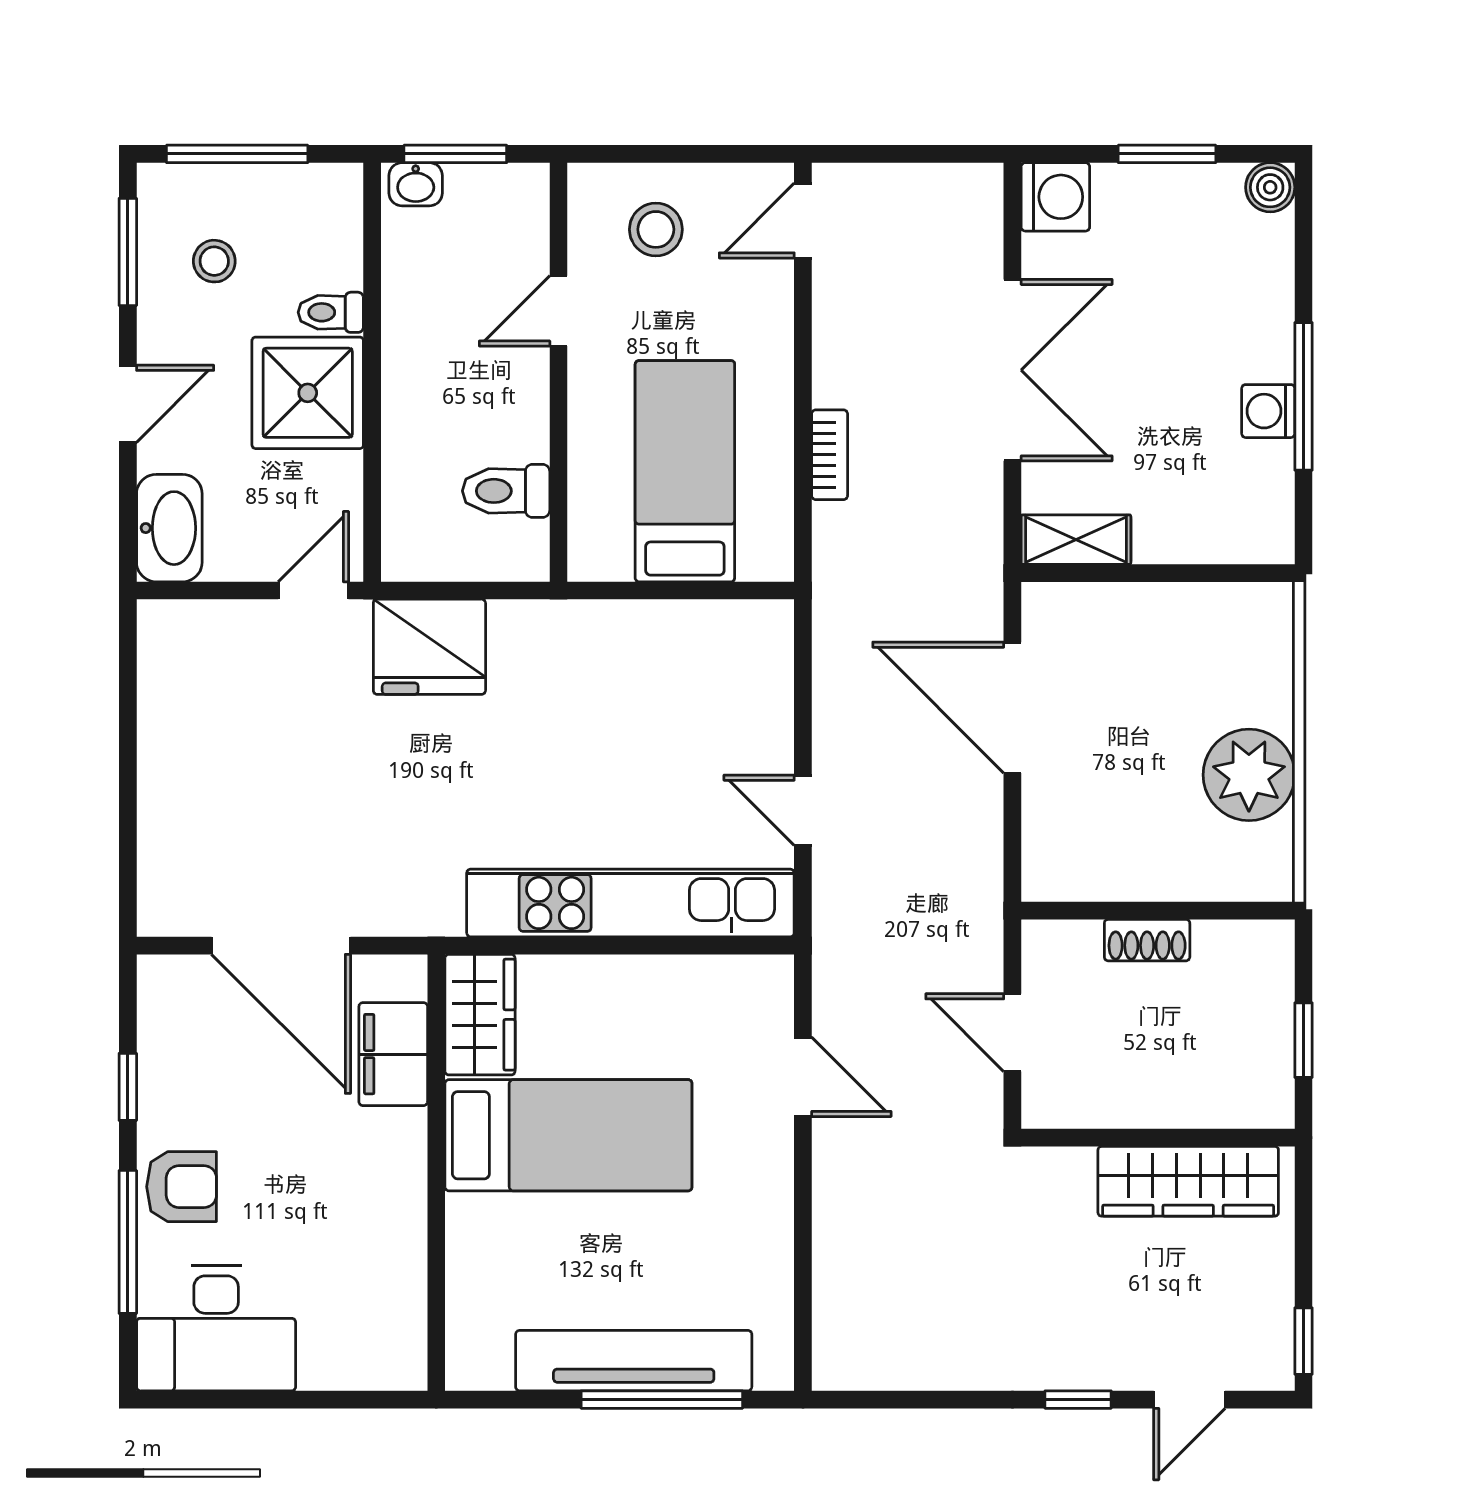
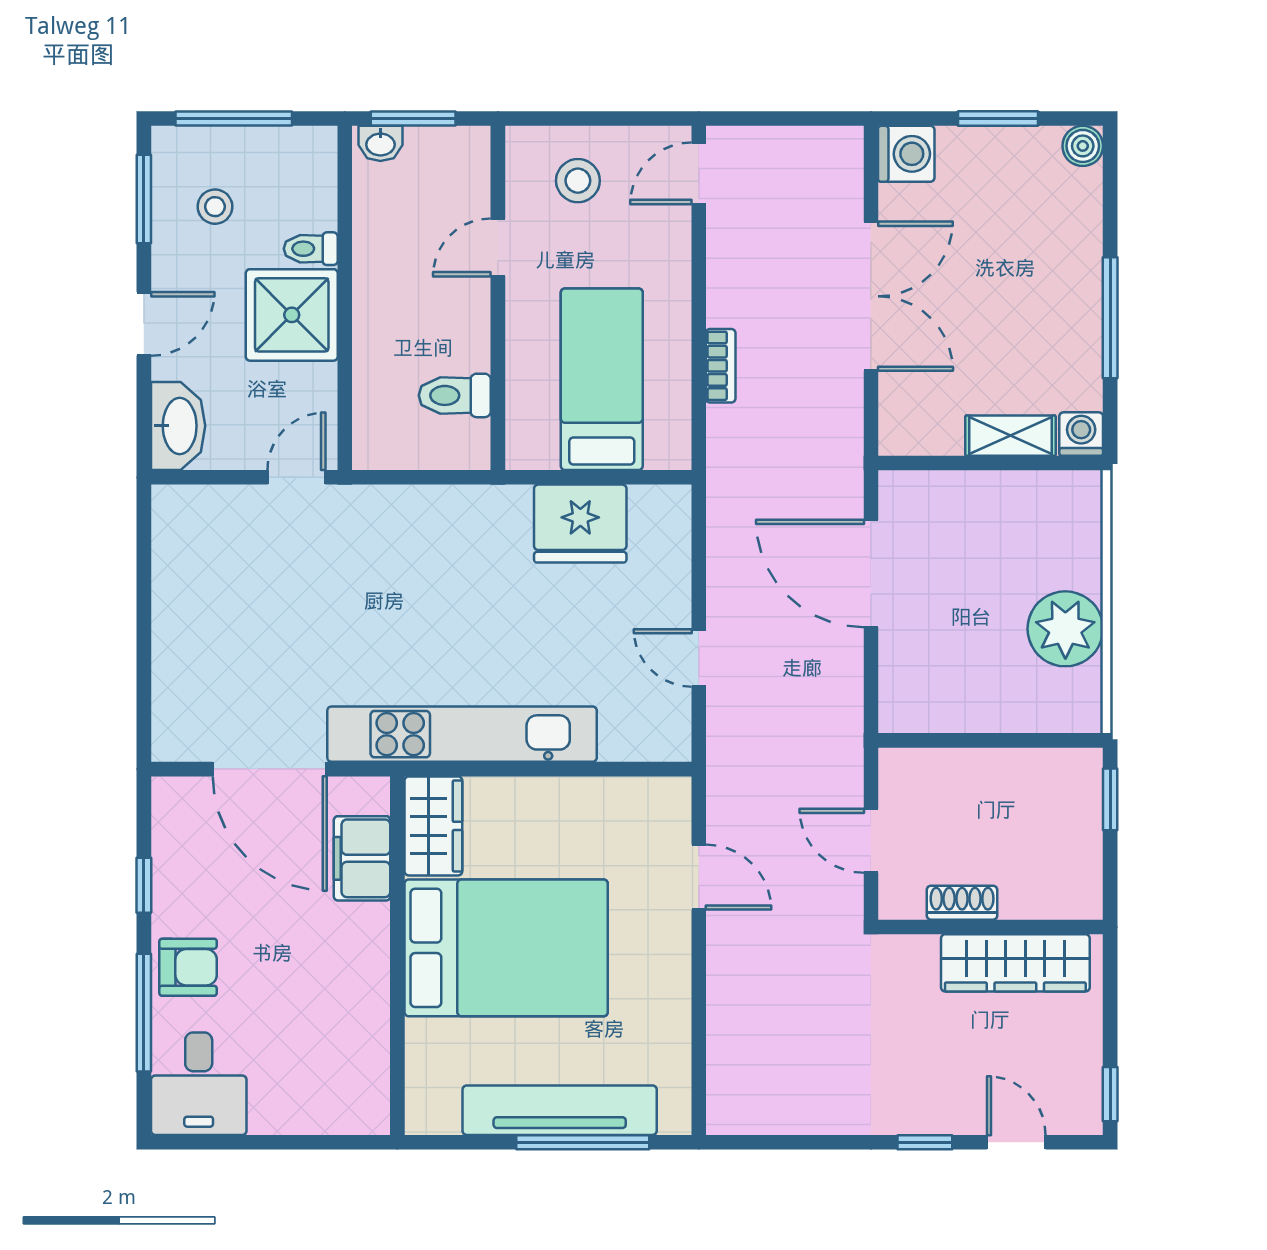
washing machine: (1268, 411) -> (1081, 434), moved, turned 90
shelving: (1076, 540) -> (1011, 436), moved
fridge: (429, 647) -> (580, 524), moved
kitchen unit: (630, 903) -> (462, 734), moved
shoe rack: (1147, 940) -> (962, 903), moved, turned 180
window: (1303, 1040) -> (1110, 799), moved
bed: (568, 1135) -> (506, 948), width x1.50
desk: (216, 1328) -> (199, 1084), width x0.73
door: (1189, 1400) -> (1016, 1142), swing flipped

